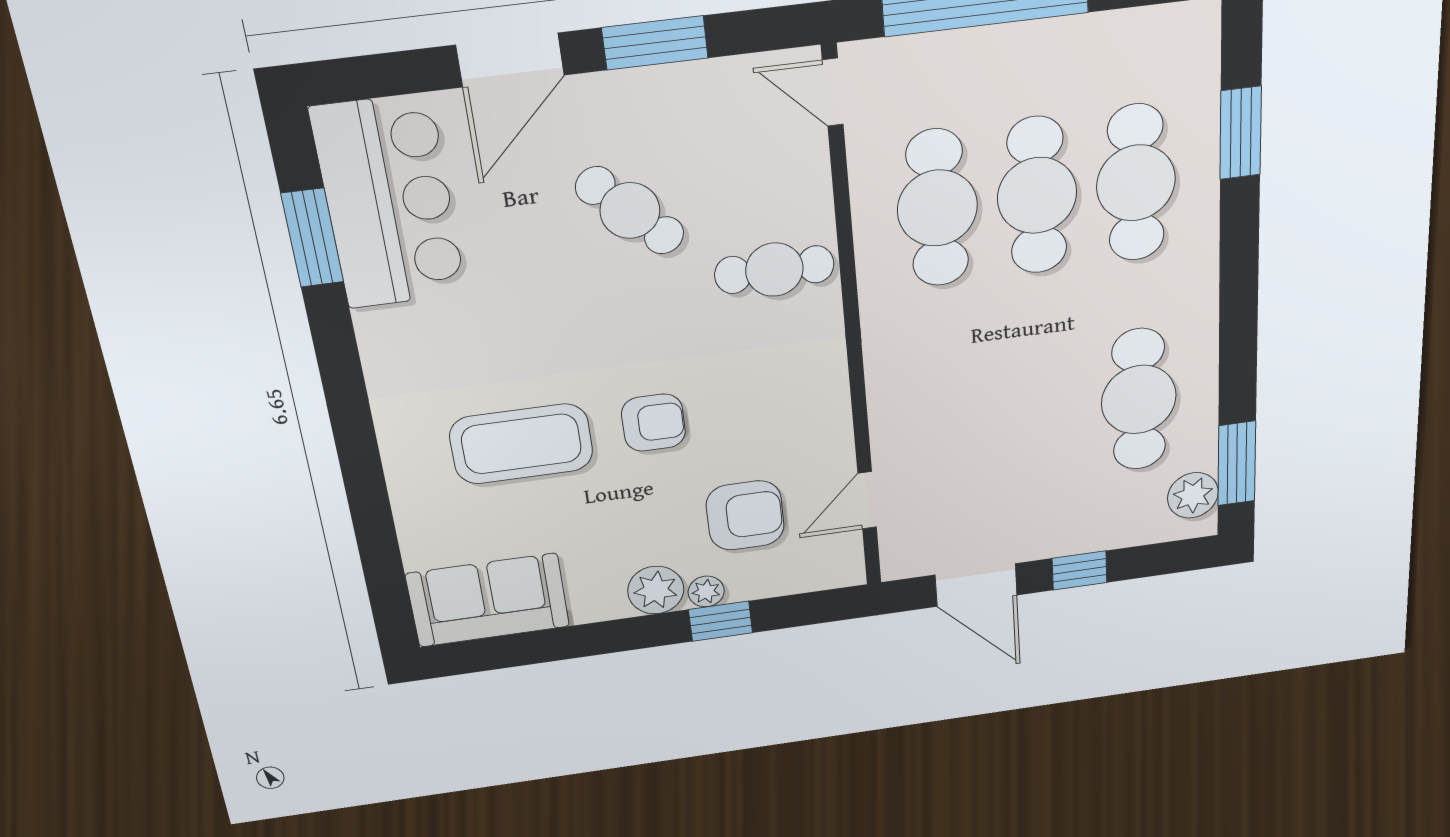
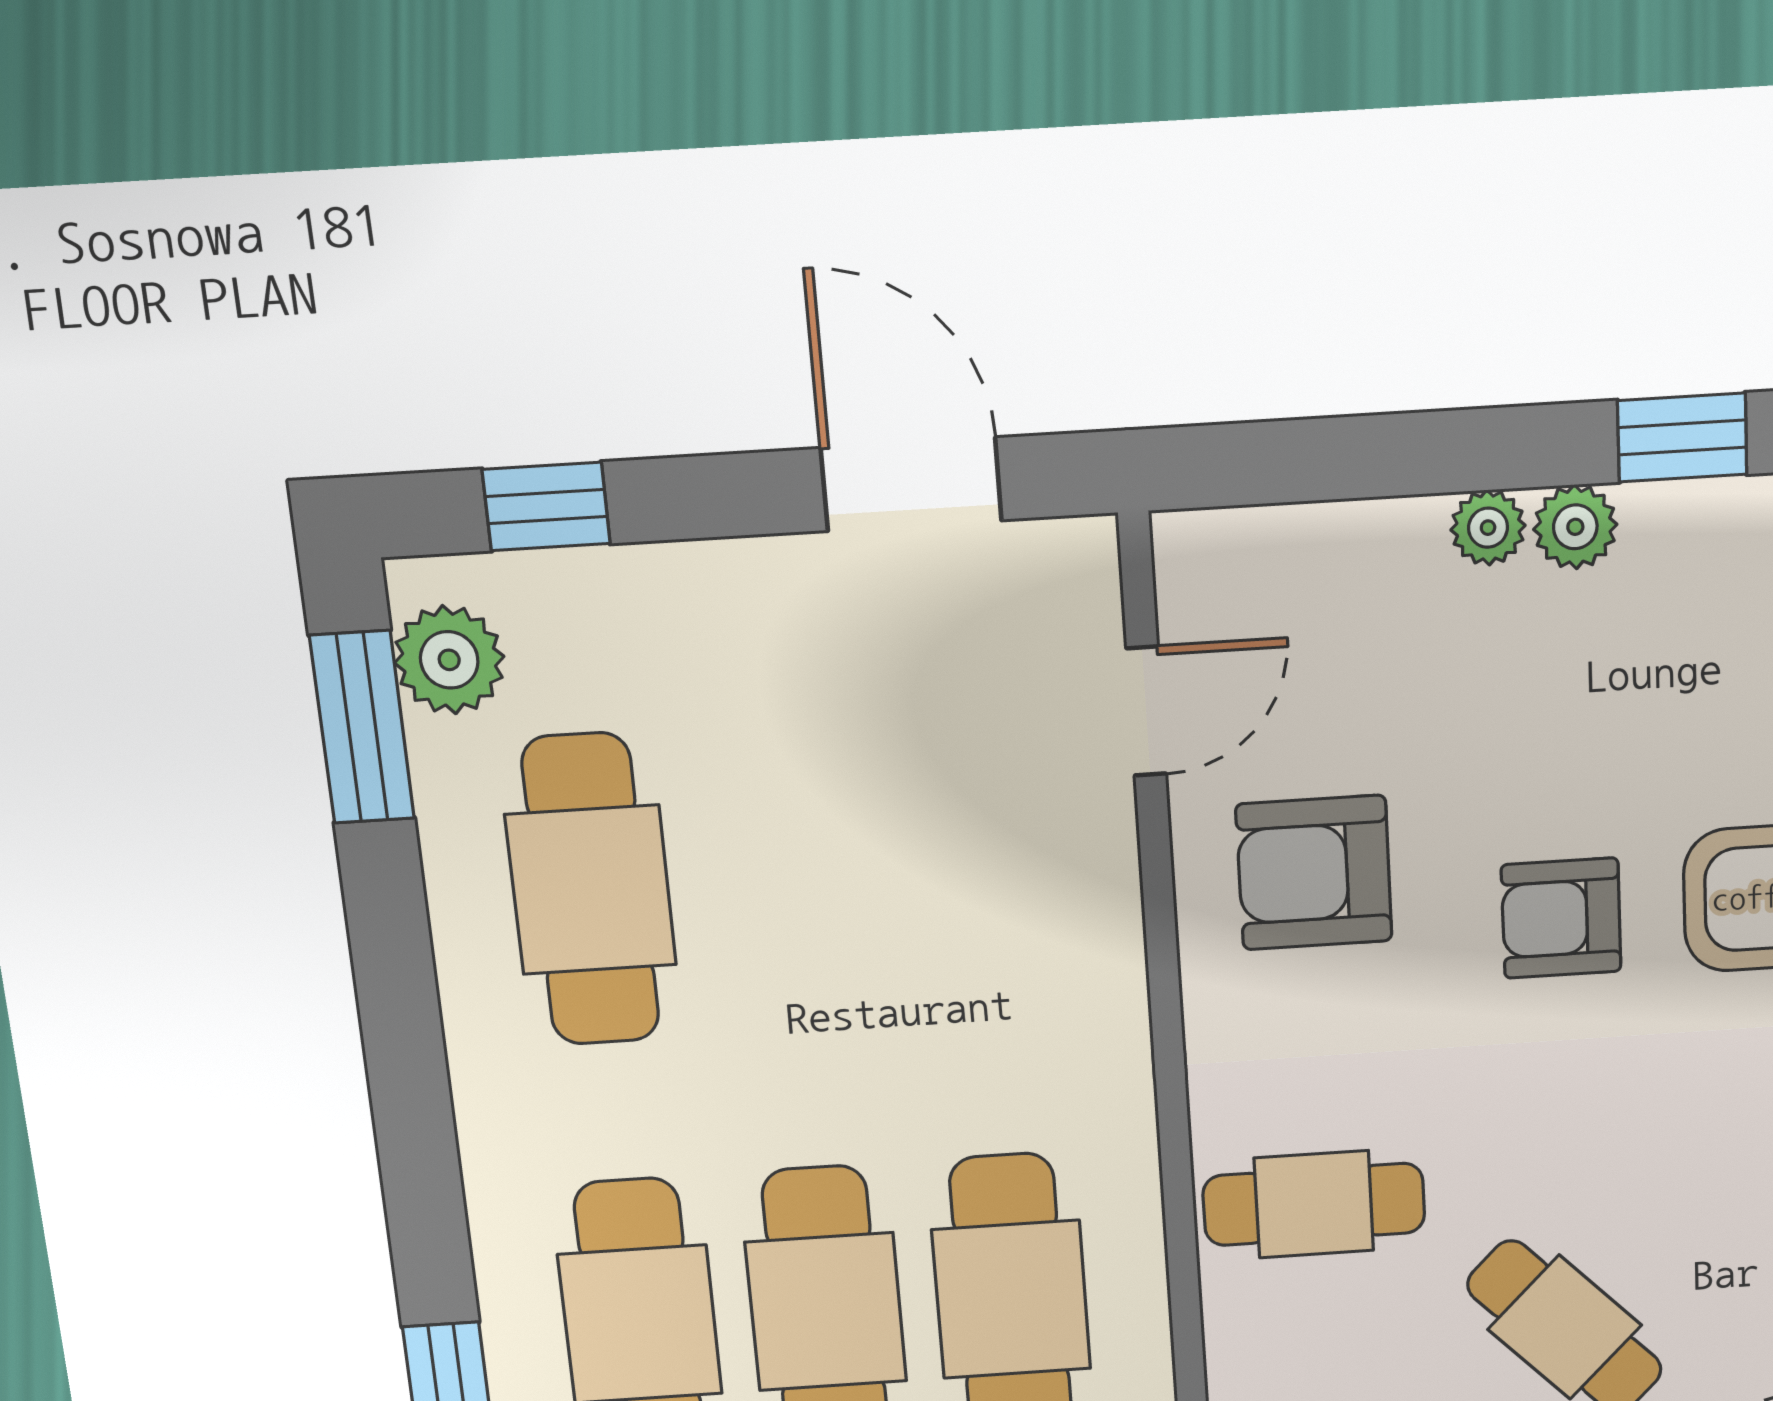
armchair: (745, 515) -> (1314, 873), moved
window: (1080, 570) -> (546, 506), moved
plant: (656, 590) -> (1575, 527), width x0.73, depth x0.73
window: (721, 621) -> (1682, 437), moved

